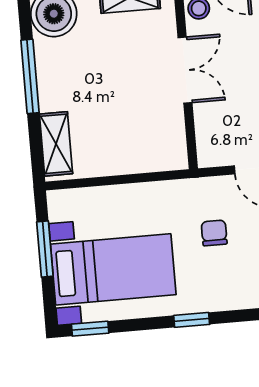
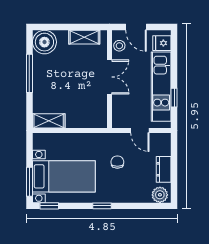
shelving: (56, 144) -> (49, 121), moved, turned 90
window: (45, 249) -> (29, 182), moved

